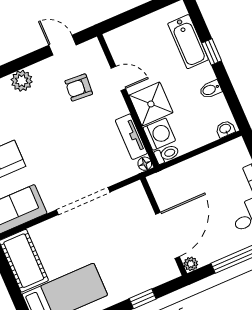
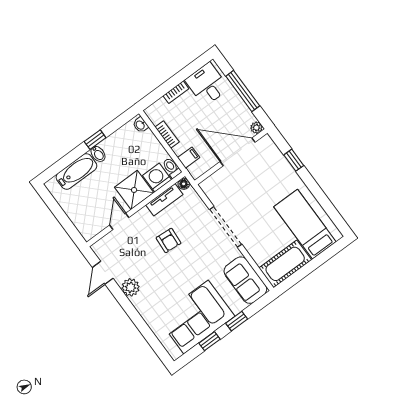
window: (212, 52) -> (95, 140), moved
plant: (22, 81) -> (131, 287), moved
armchair: (79, 87) -> (169, 240), moved
bidet: (210, 89) -> (98, 154), moved
bookcase: (207, 158) -> (167, 135), added
filing cabinet: (174, 177) -> (189, 158), added

